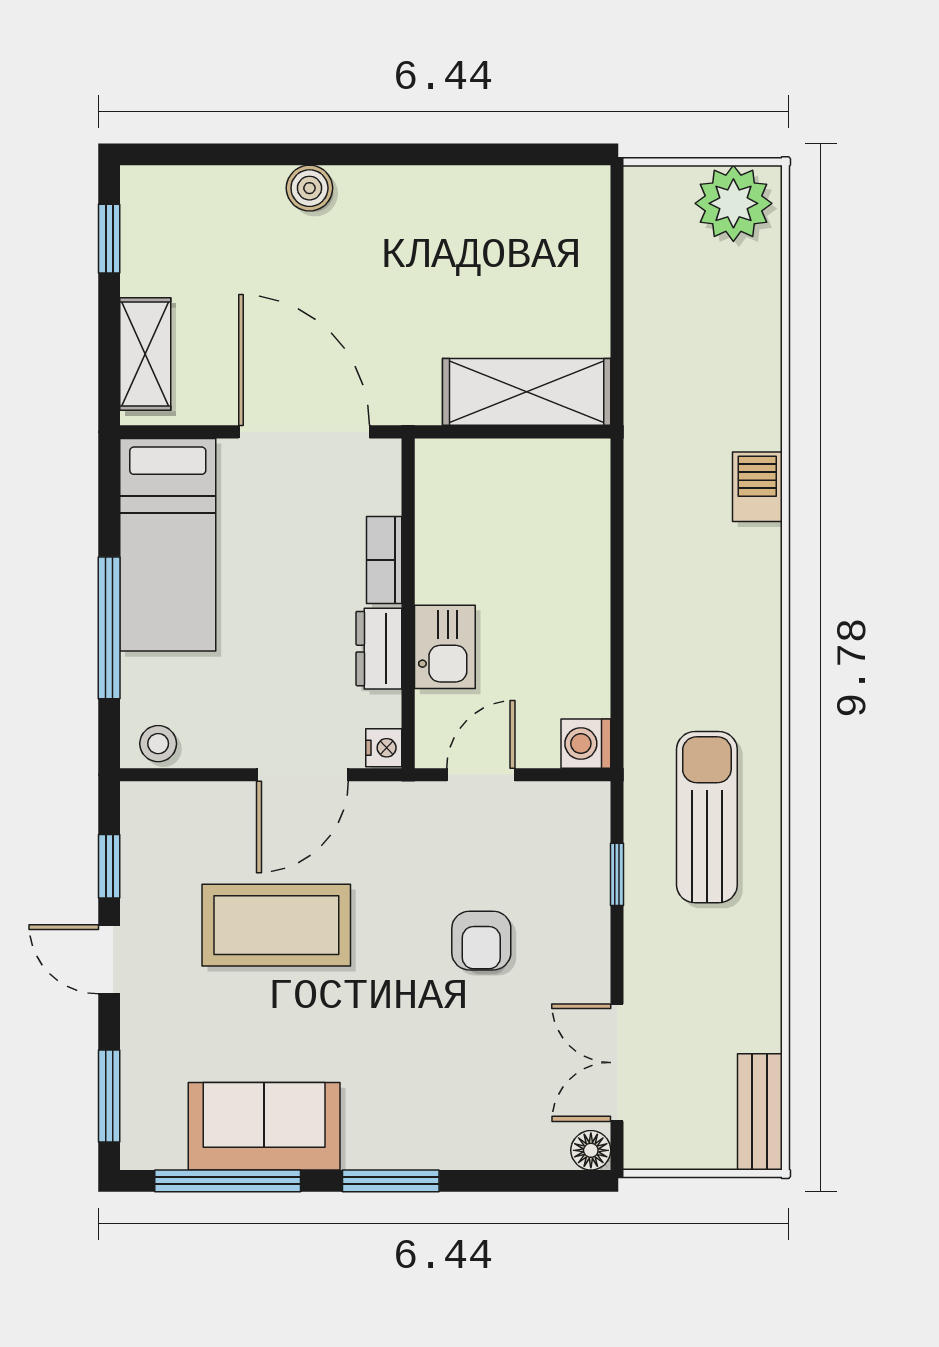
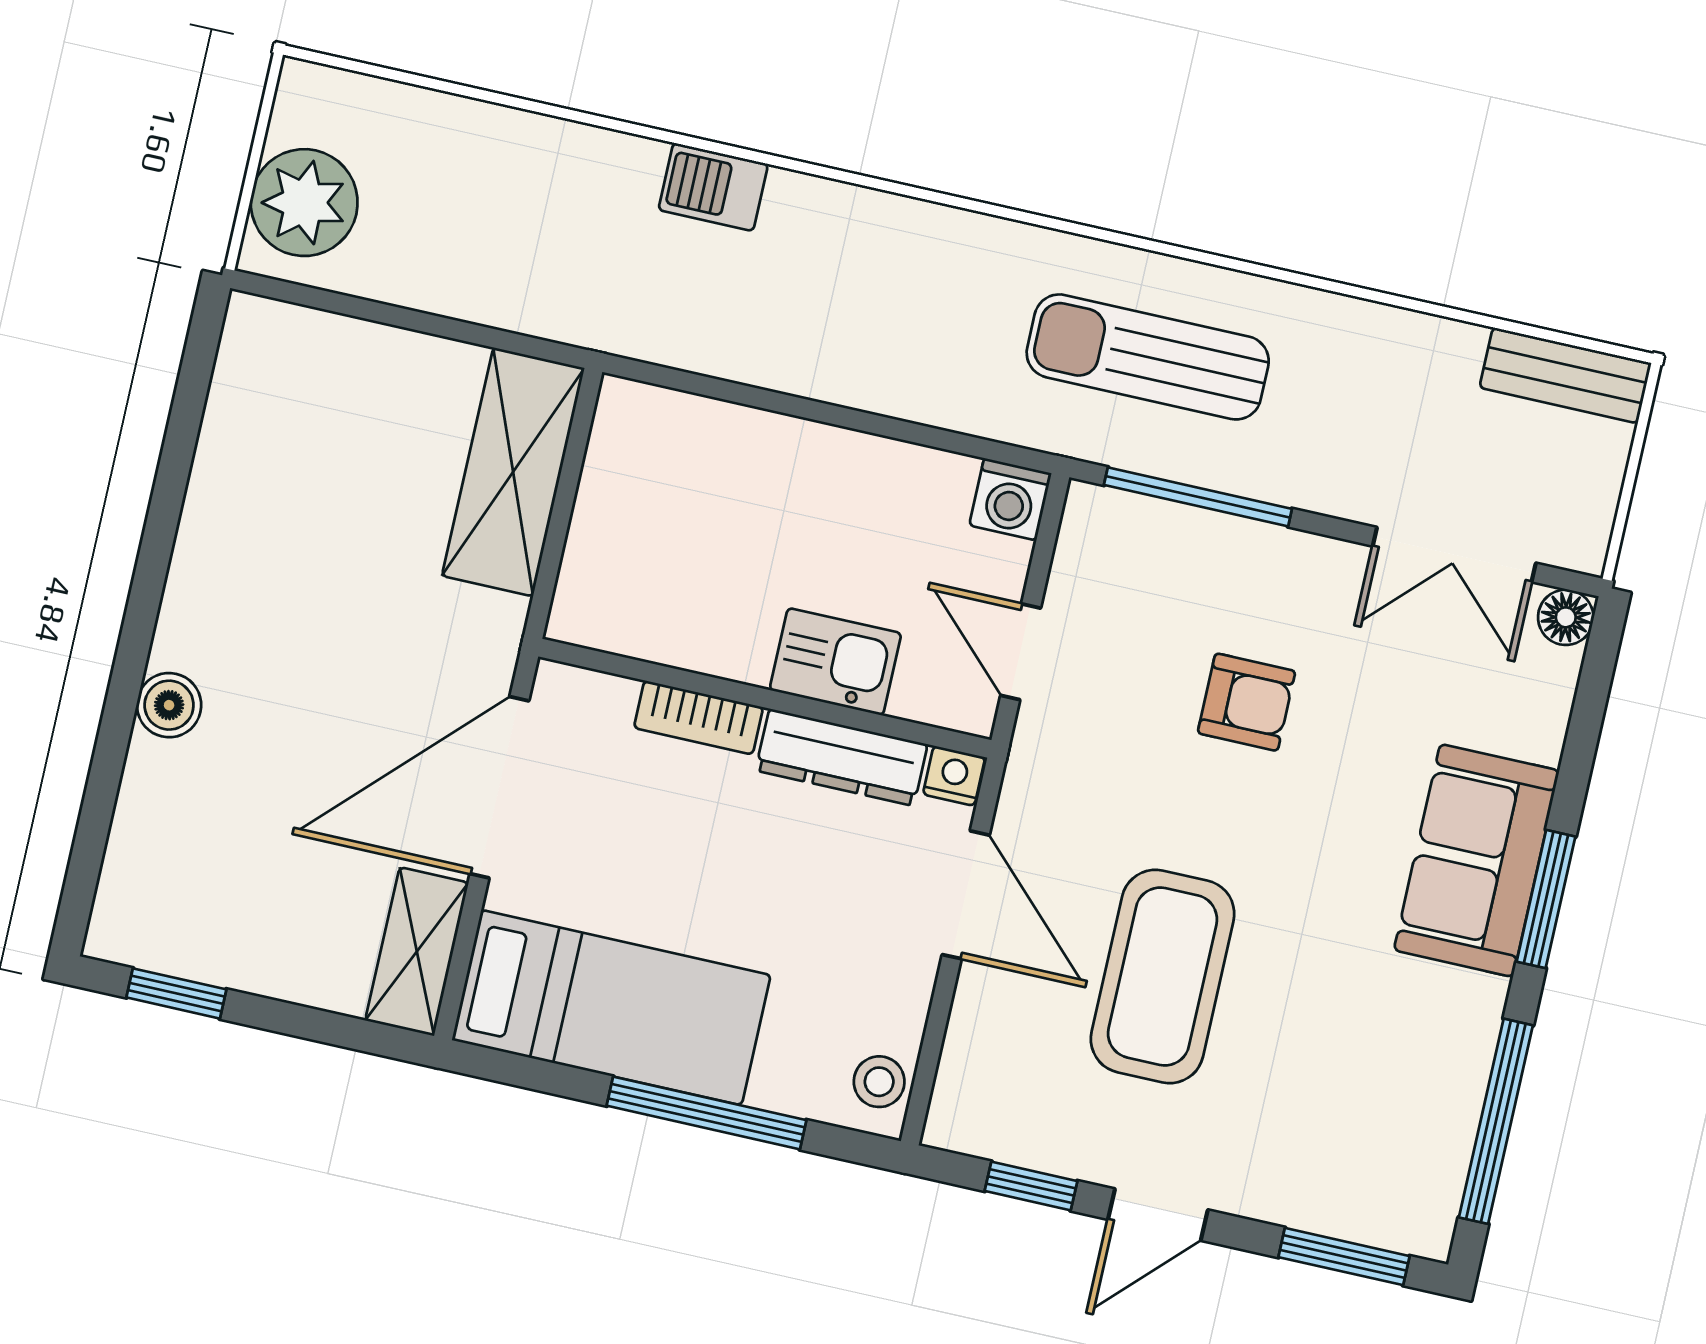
plant: (733, 203) -> (304, 203), moved
shelving: (145, 354) -> (417, 952), moved, turned 90
dresser: (379, 649) -> (842, 757), width x1.44
window: (617, 874) -> (1198, 497), width x2.17
sofa: (264, 1126) -> (1477, 860), moved

